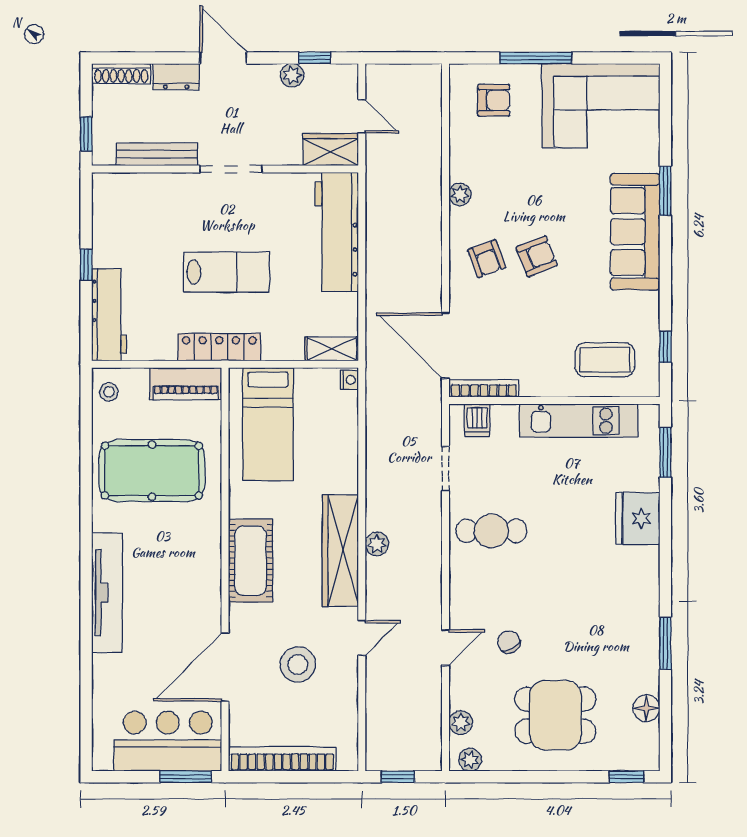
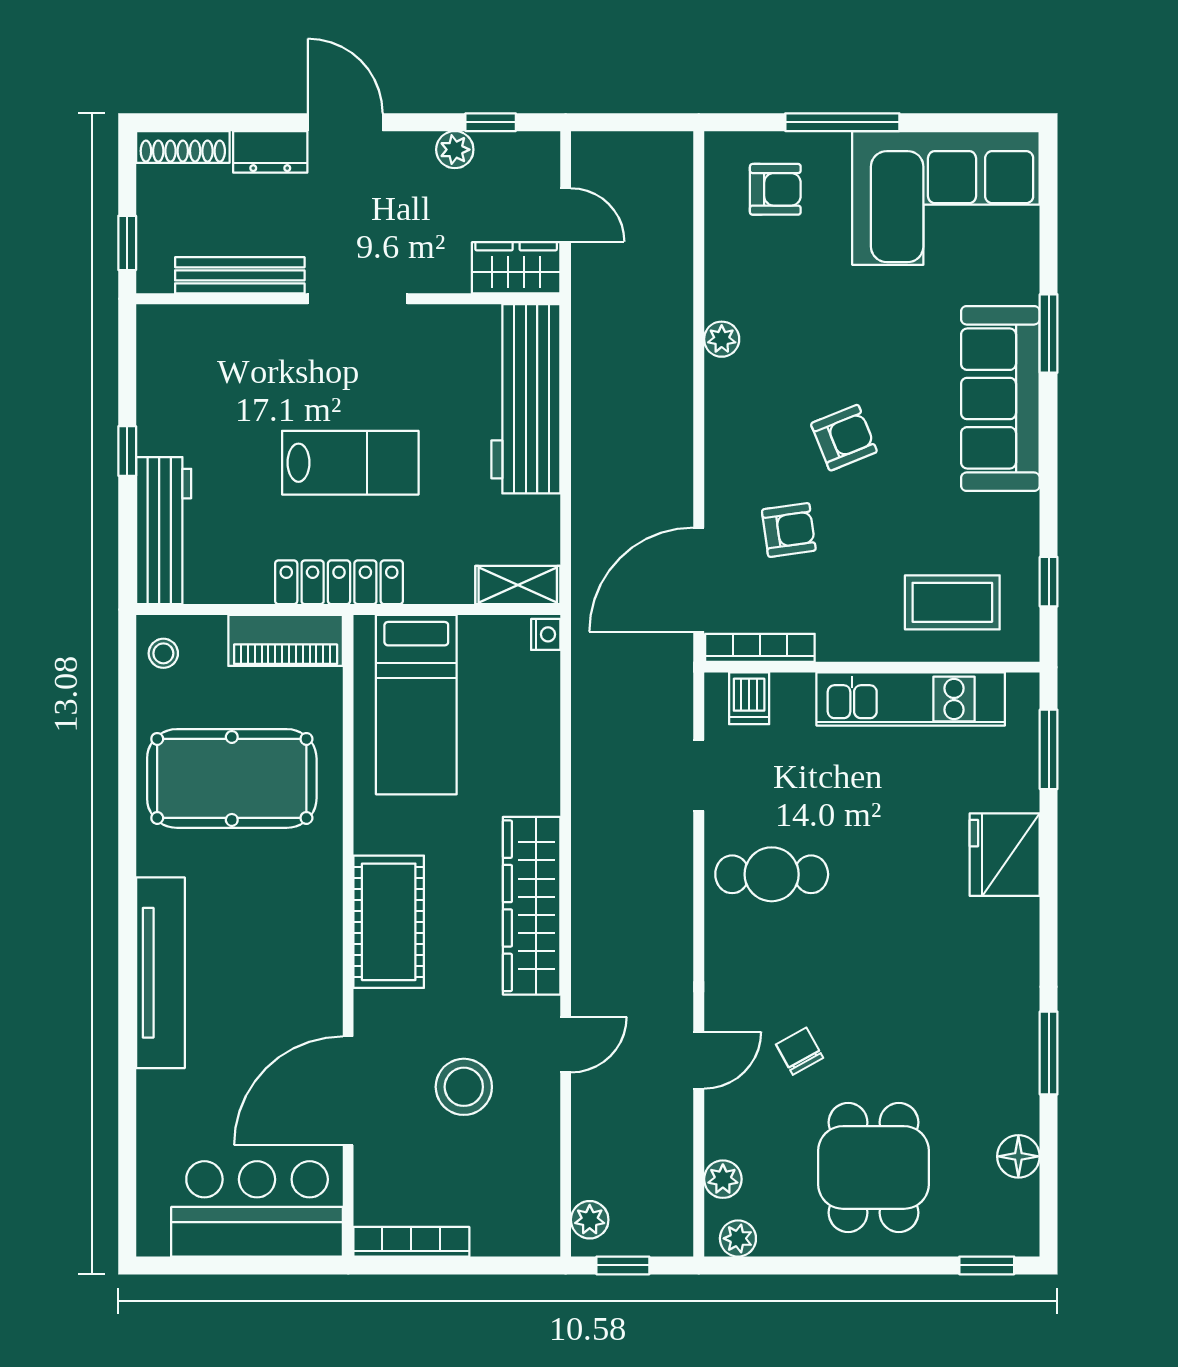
armchair: (487, 259) -> (789, 530), moved, turned -78
door: (445, 346) -> (699, 580), hinge flipped
plant: (377, 544) -> (590, 1220), moved
dining table: (555, 715) -> (873, 1167), turned 90
bookcase: (282, 759) -> (411, 1242), width x0.68, depth x0.76
window: (186, 777) -> (285, 1265), removed

